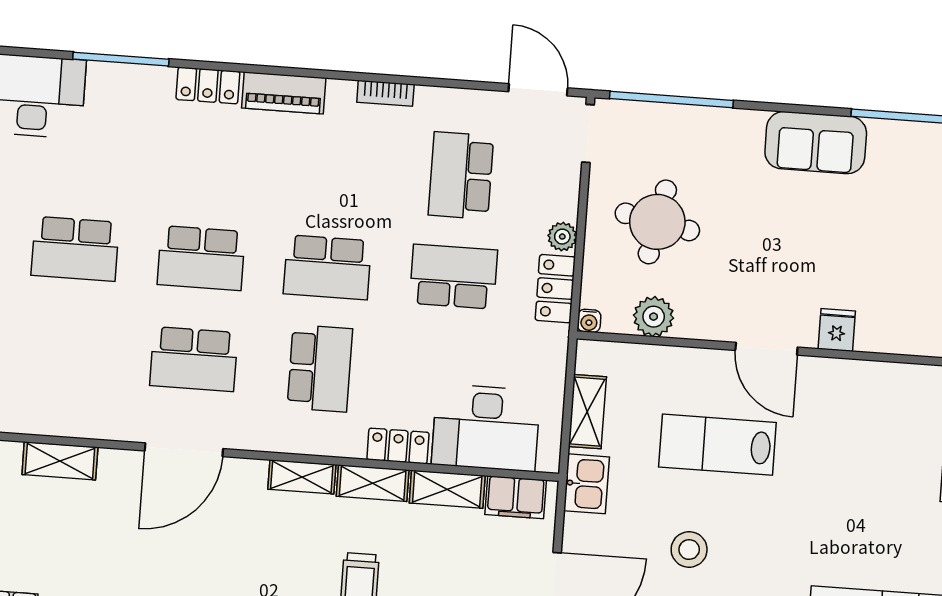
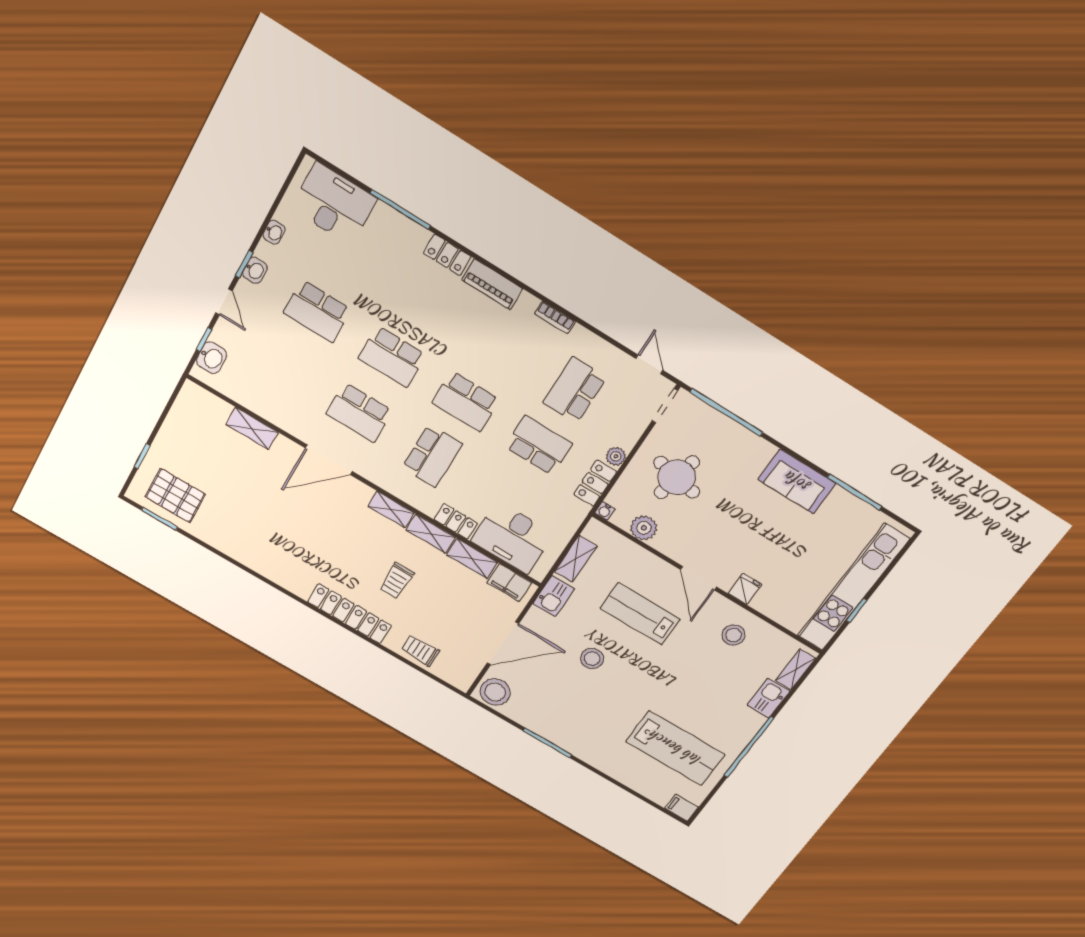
door: (538, 90) -> (649, 364), width x0.73
stool: (861, 406) -> (734, 635), added

